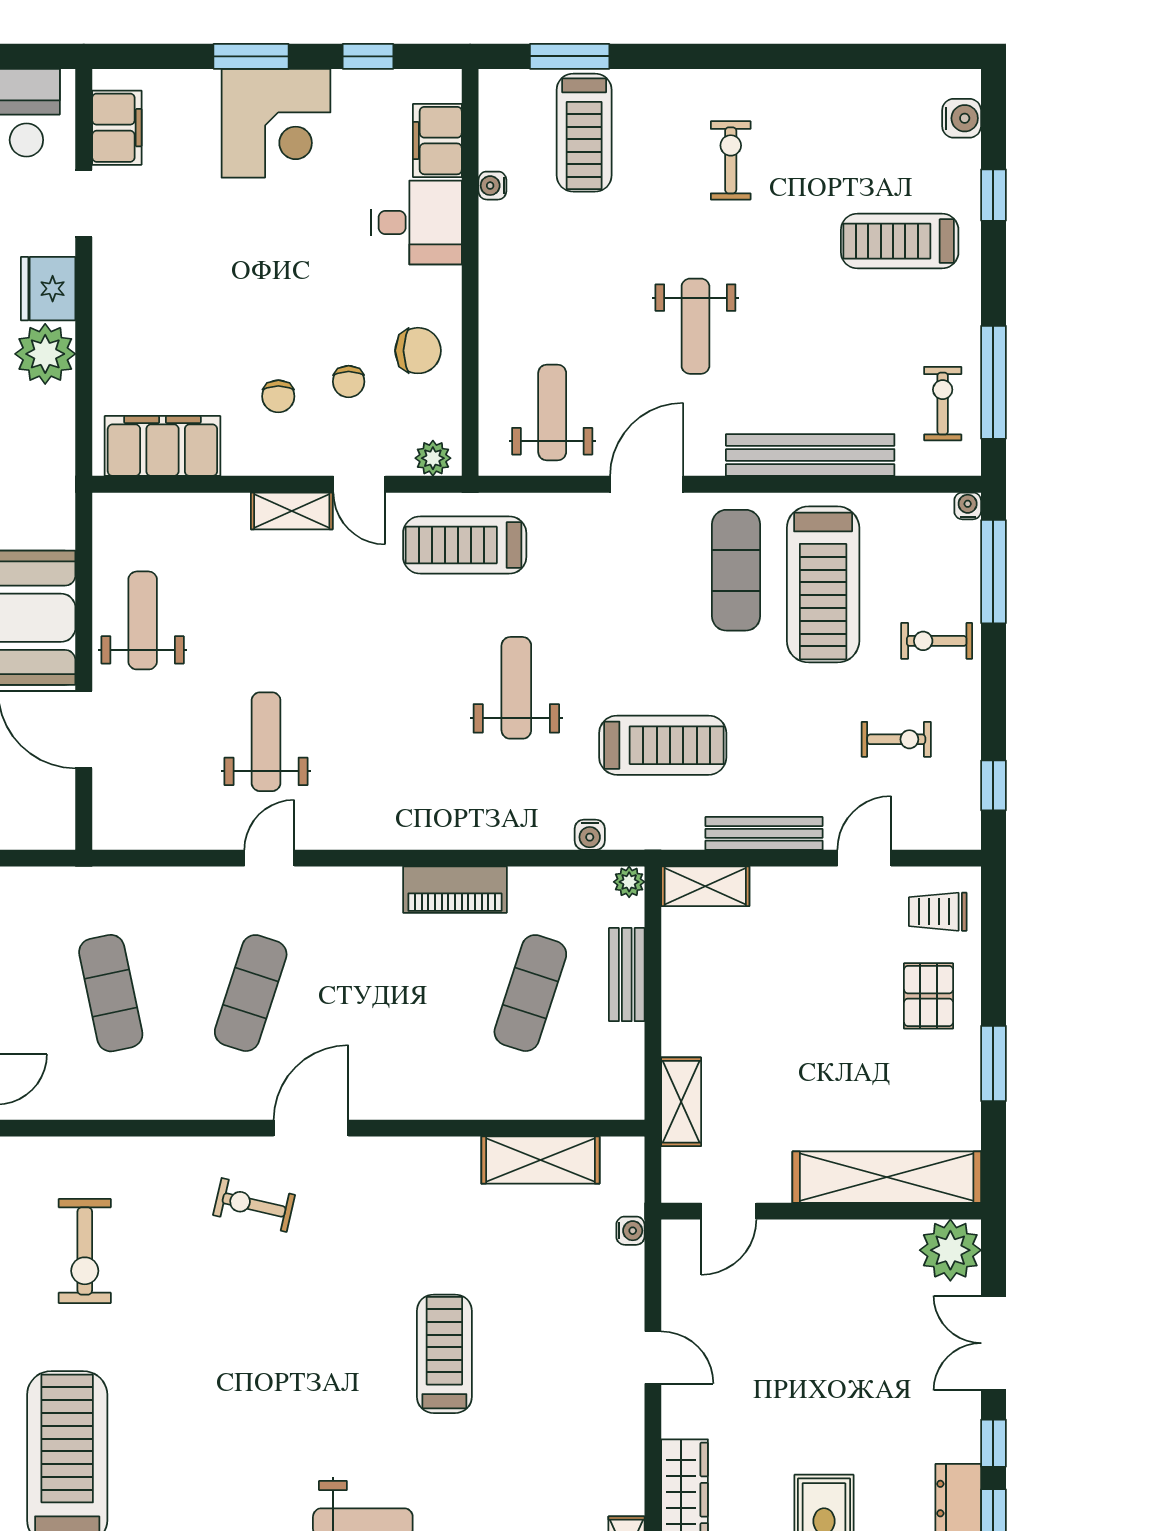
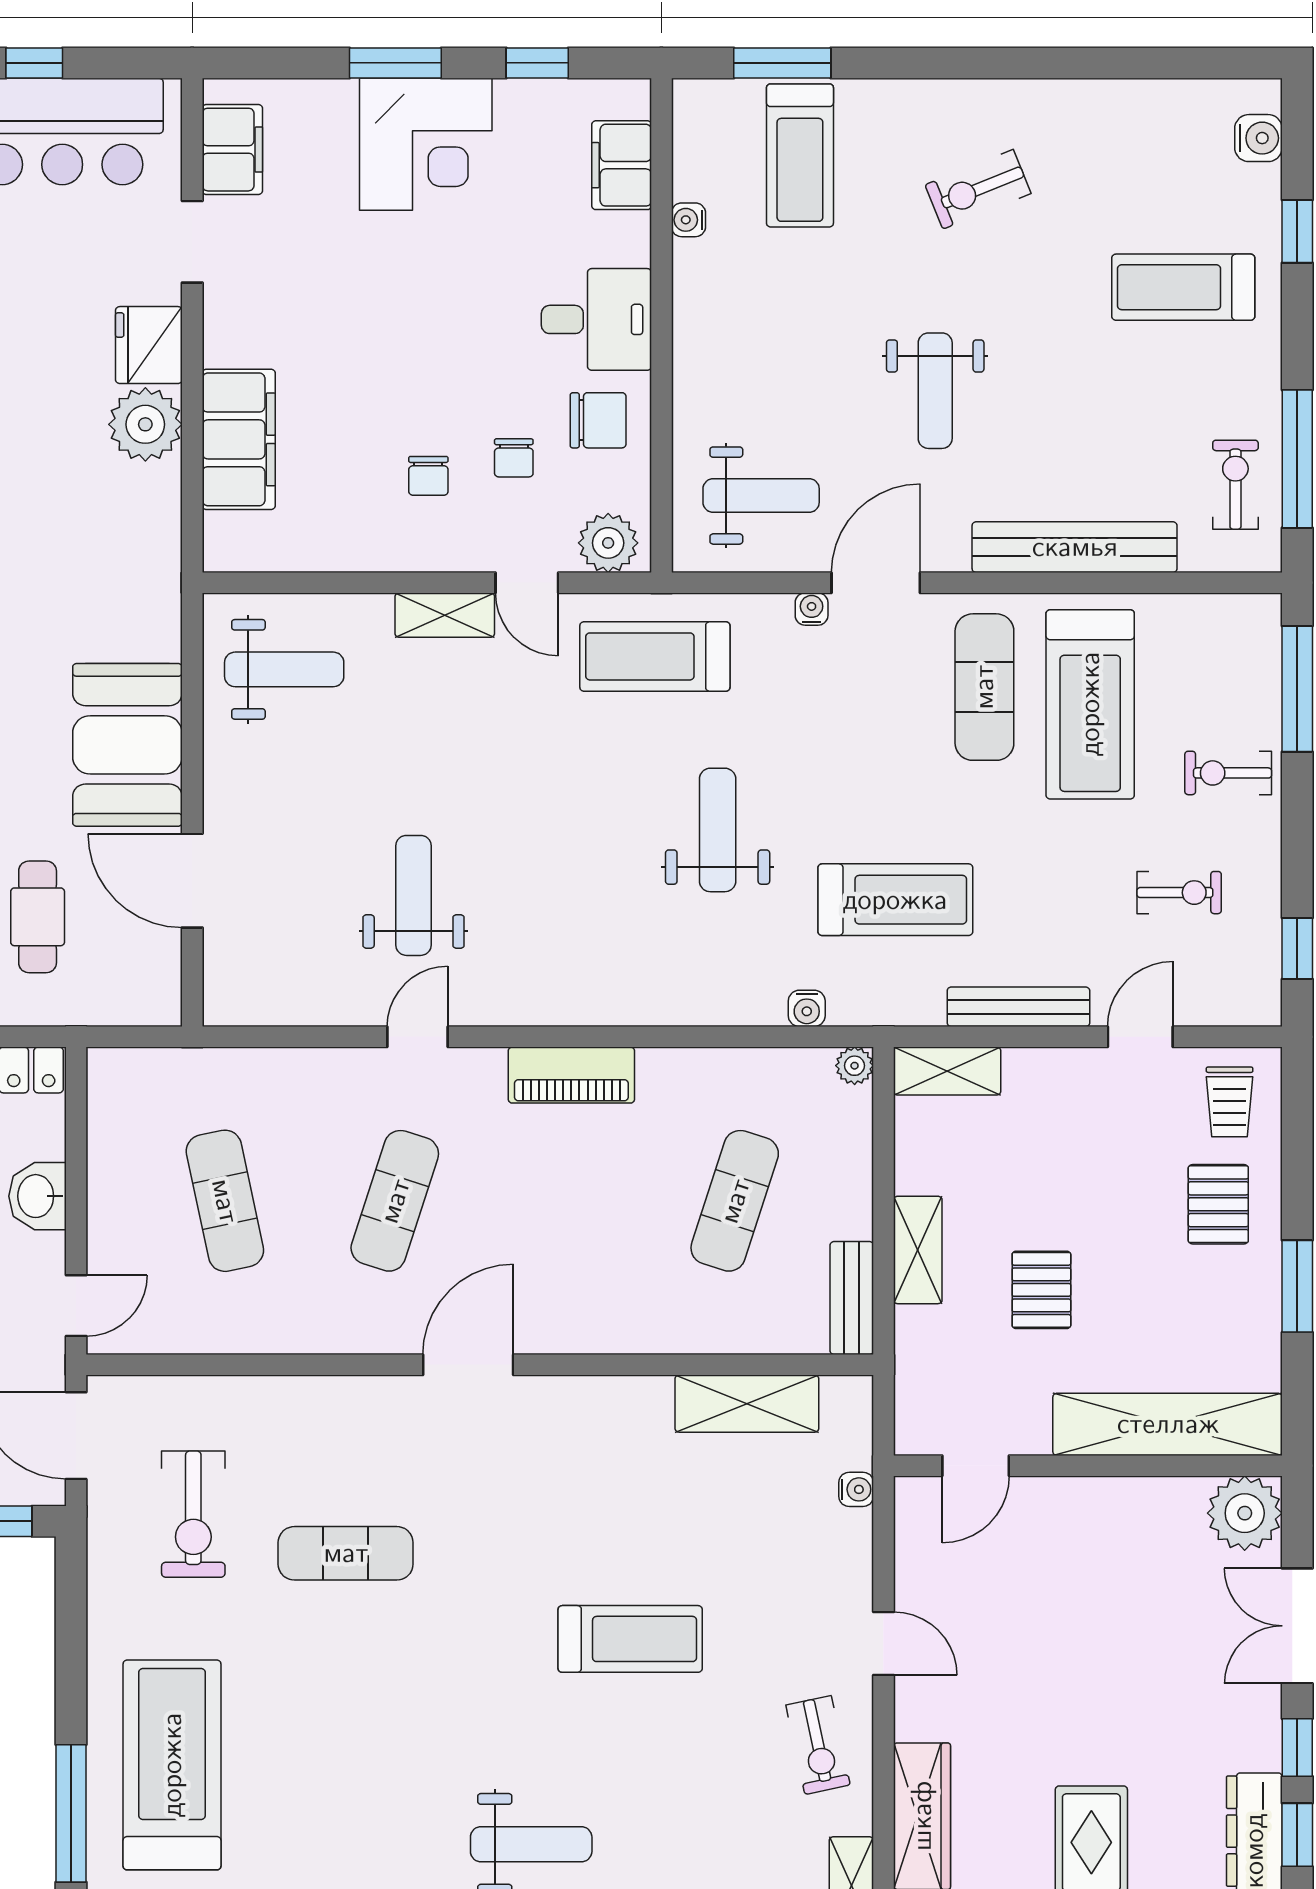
exercise bike: (731, 160) -> (978, 189), turned -112
desk: (417, 222) -> (596, 319), moved
weight bench: (552, 413) -> (761, 496), turned 90
filing cabinet: (162, 446) -> (239, 439), moved, turned 90
plant: (433, 458) -> (608, 543), width x1.38, depth x1.38
water cooler: (968, 506) -> (812, 609), moved
weight bench: (143, 620) -> (284, 669), moved, turned 90
piano: (455, 890) -> (571, 1075), moved
trolley: (938, 912) -> (1230, 1102), turned -90
bench: (627, 975) -> (852, 1298), moved
pallet: (783, 1066) -> (1041, 1290), added
shelving: (681, 1102) -> (918, 1250), moved
exercise bike: (254, 1205) -> (818, 1745), moved, turned -115
exercise mat: (210, 1283) -> (346, 1553), added
treadmill: (444, 1354) -> (630, 1639), turned 90

